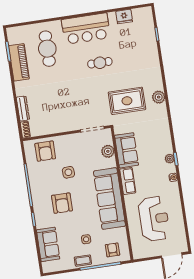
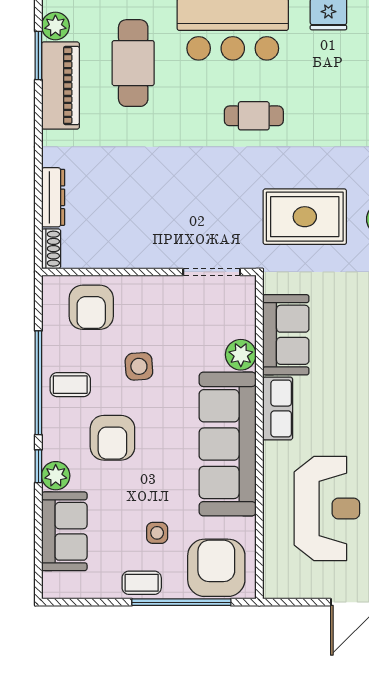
plant: (13, 38) -> (55, 26), added
plant: (108, 151) -> (241, 355), moved
coffee table: (41, 184) -> (70, 385), added
plant: (41, 222) -> (56, 476), added
armchair: (112, 250) -> (216, 568), width x1.88, depth x1.88

